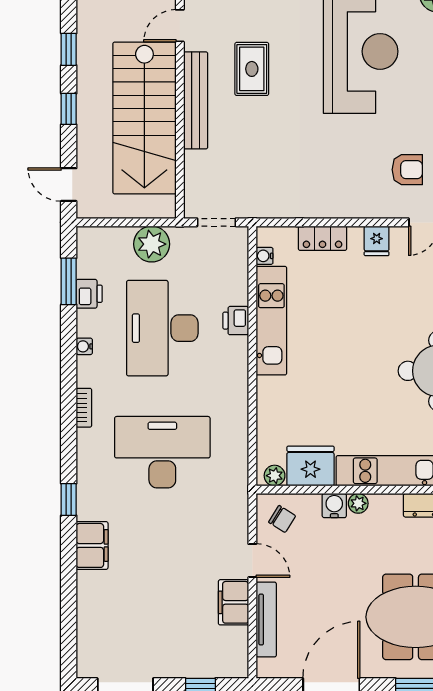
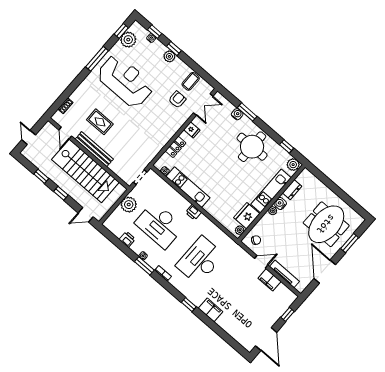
window: (69, 281) -> (144, 266), moved
printer: (236, 321) -> (193, 212), moved
water cooler: (334, 506) -> (280, 203), moved

